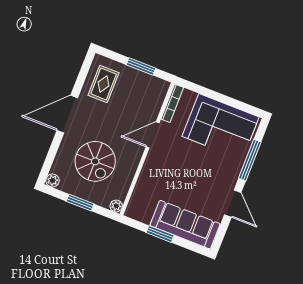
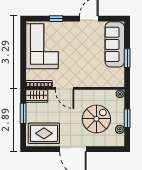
rug: (104, 84) -> (44, 133), width x1.36, depth x1.43
wardrobe: (157, 94) -> (37, 96), added
window: (250, 160) -> (56, 19), width x0.46
plant: (53, 180) -> (120, 129), moved

